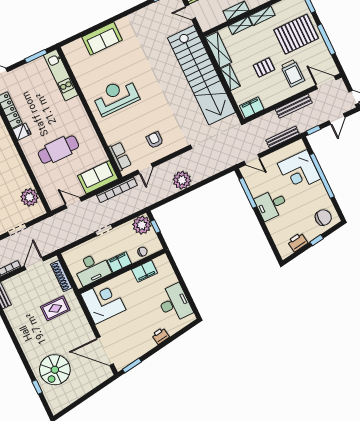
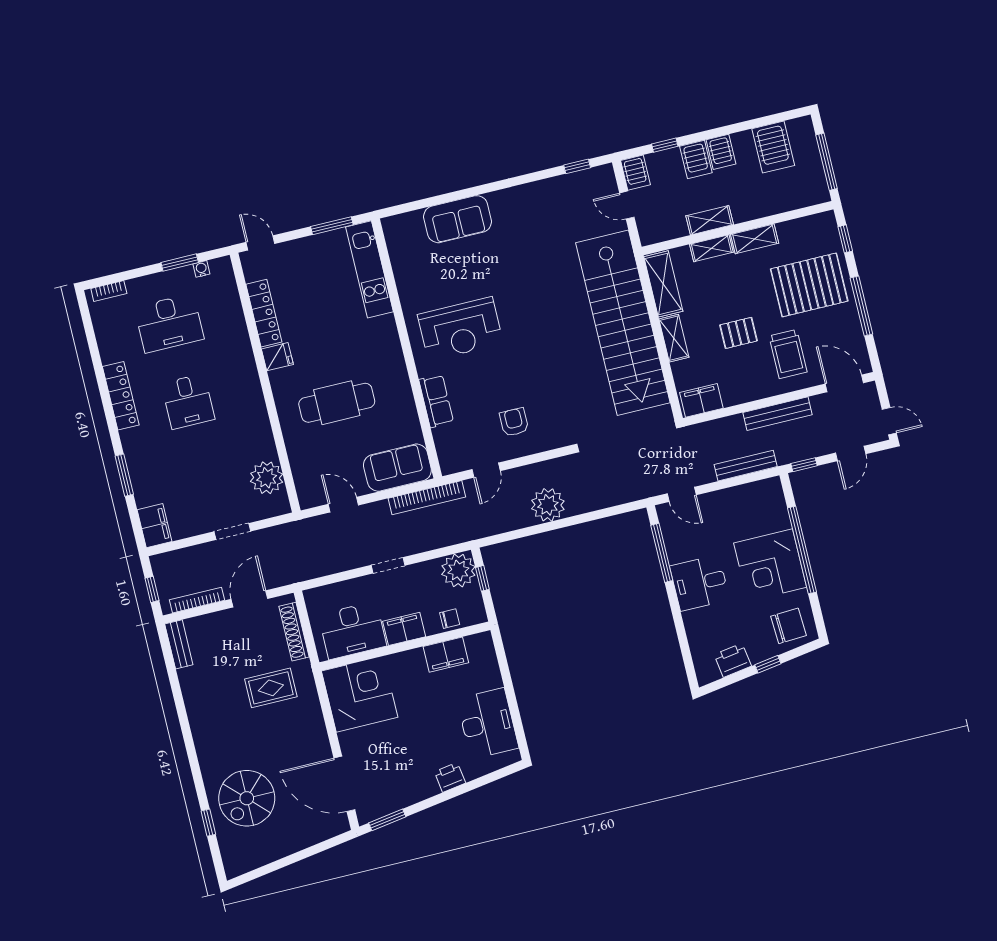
reception desk: (116, 97) -> (460, 329), turned 180
row of seats: (120, 156) -> (436, 401), moved
corner desk: (299, 171) -> (770, 565), moved

